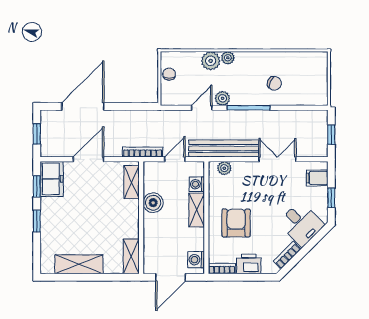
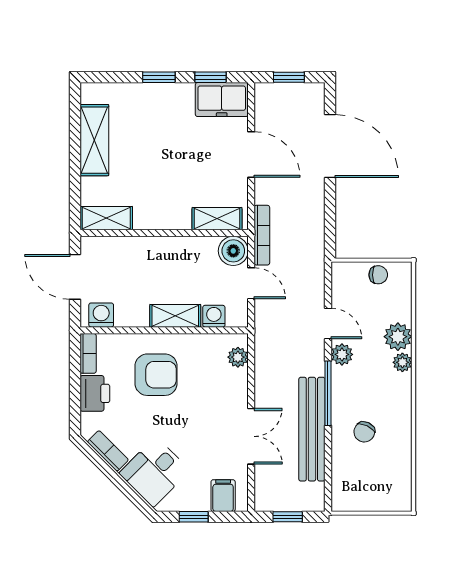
bench: (224, 148) -> (312, 429), moved
boiler: (153, 203) -> (233, 251), moved

